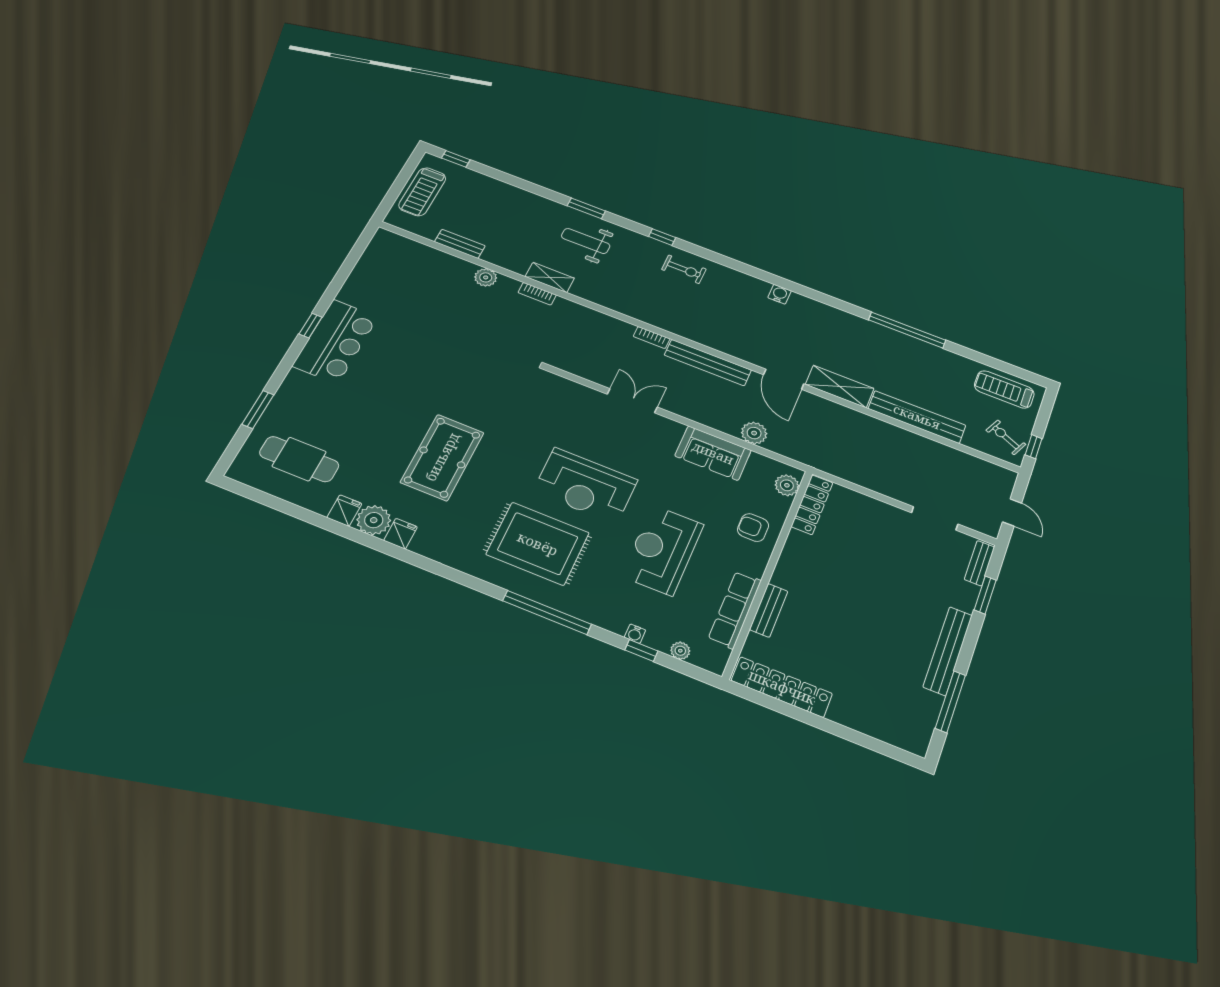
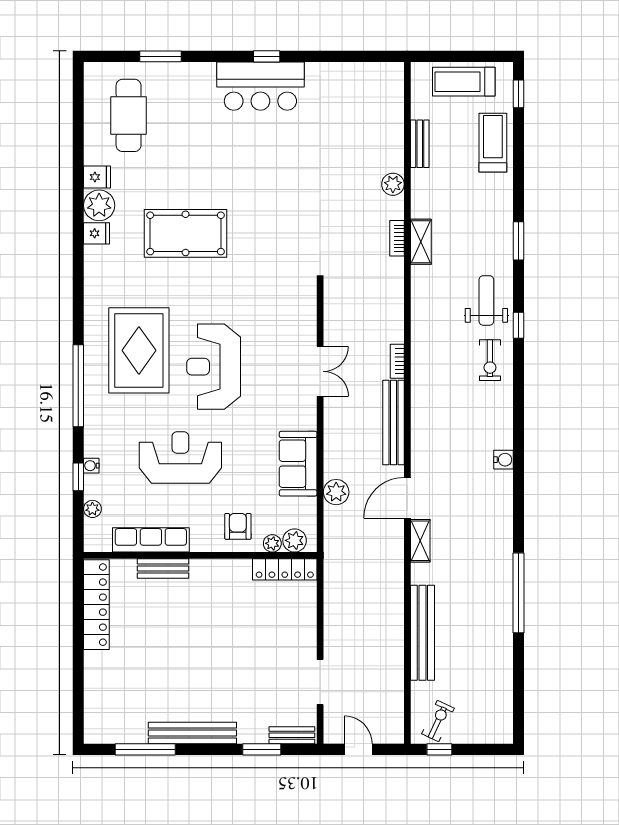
weight bench: (586, 241) -> (486, 300), moved
shelving: (840, 387) -> (420, 541), width x0.67, depth x0.75
treadmill: (1004, 389) -> (493, 143), moved
plant: (782, 505) -> (272, 543), added
door: (1012, 512) -> (358, 749), swing flipped

